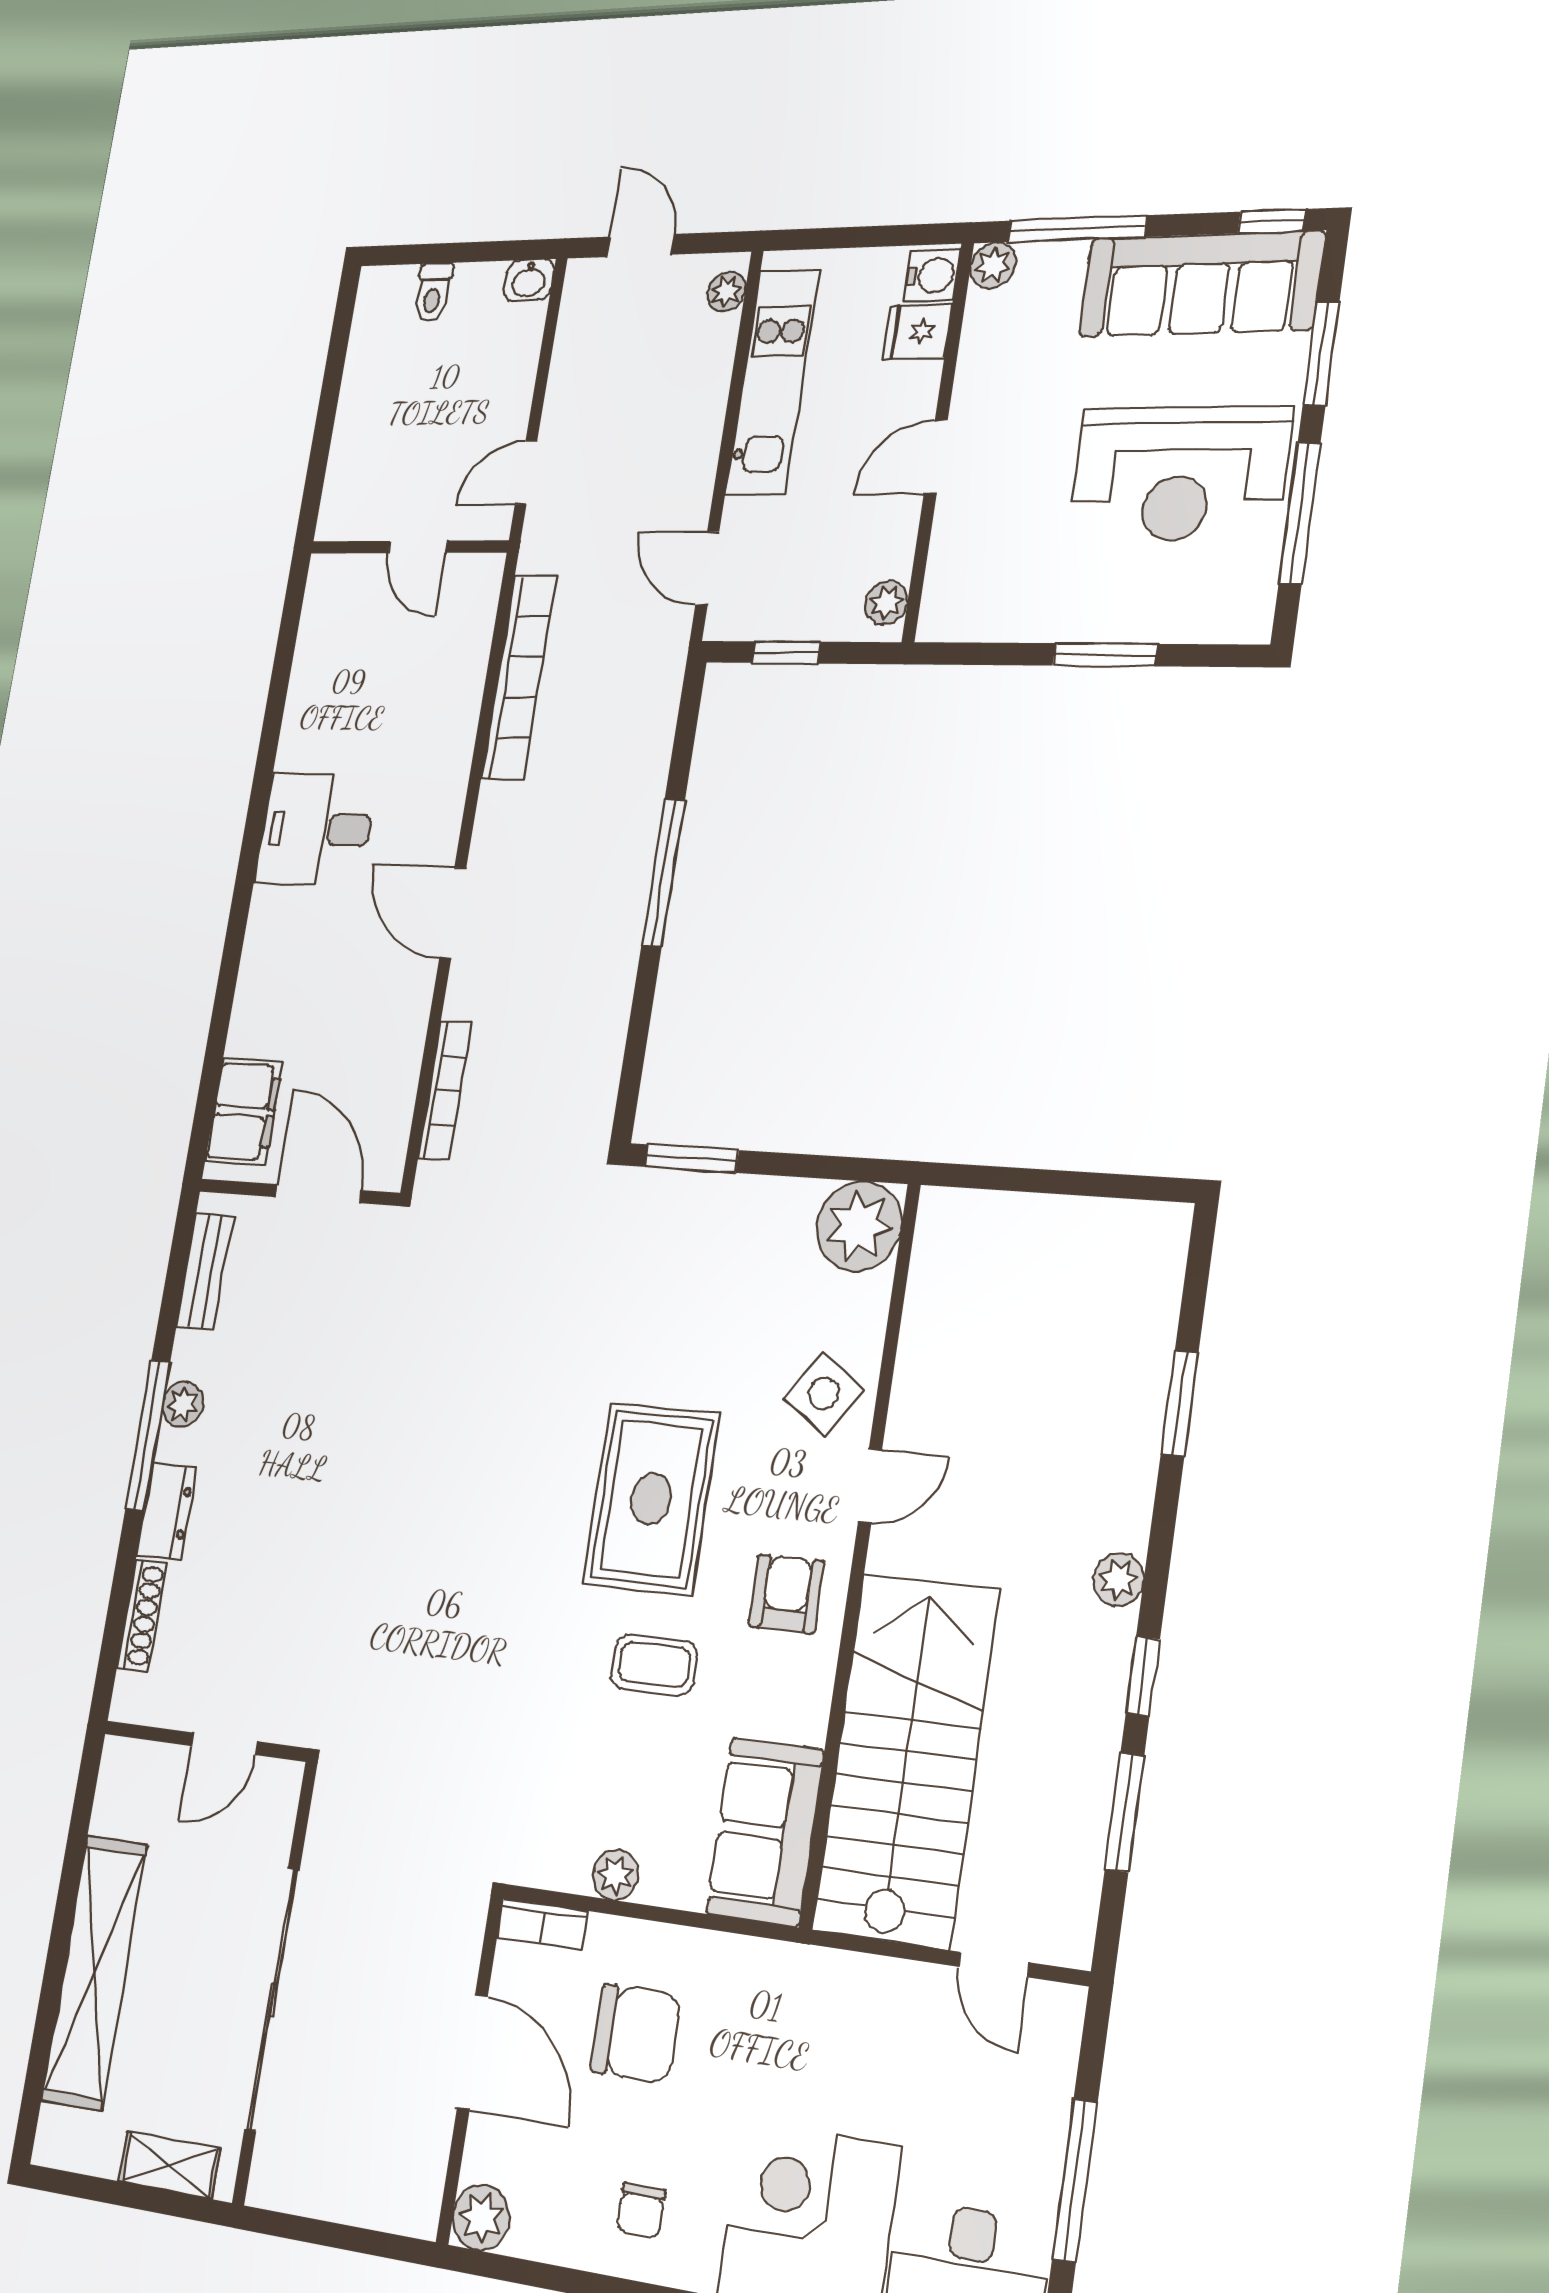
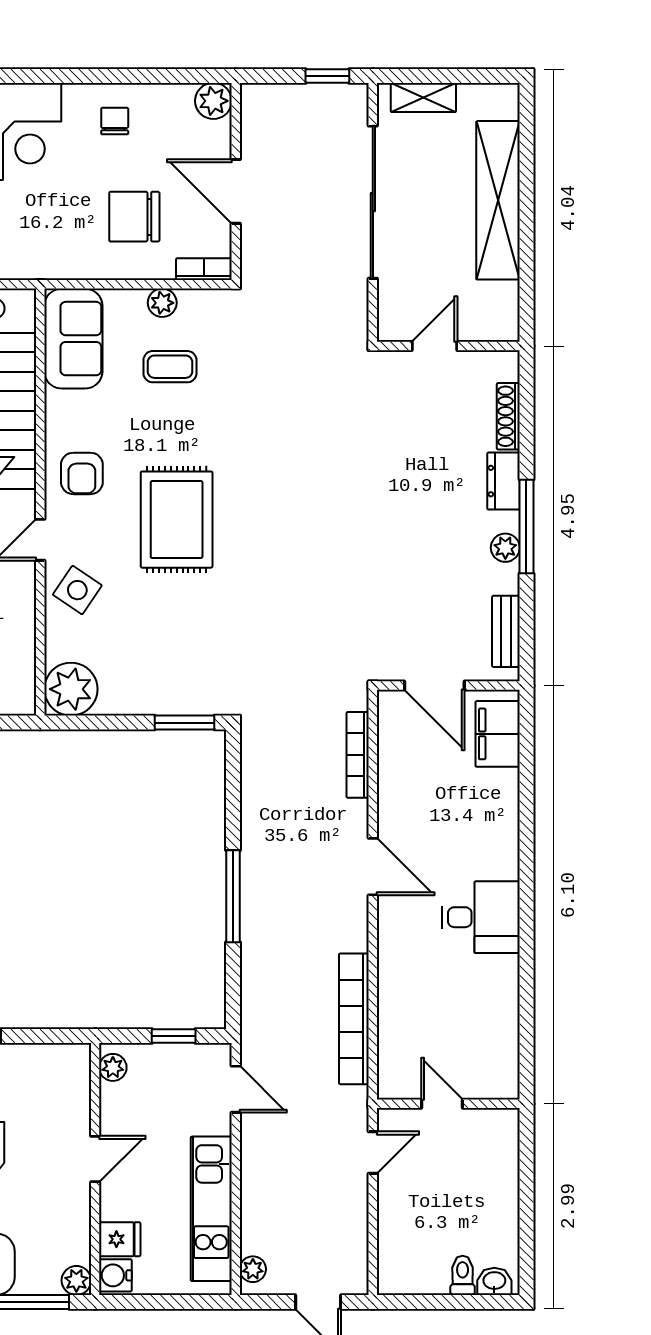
washbasin: (529, 280) -> (494, 1281), moved
coffee table: (654, 1665) -> (170, 367), moved
window: (303, 2229) -> (327, 76), added

